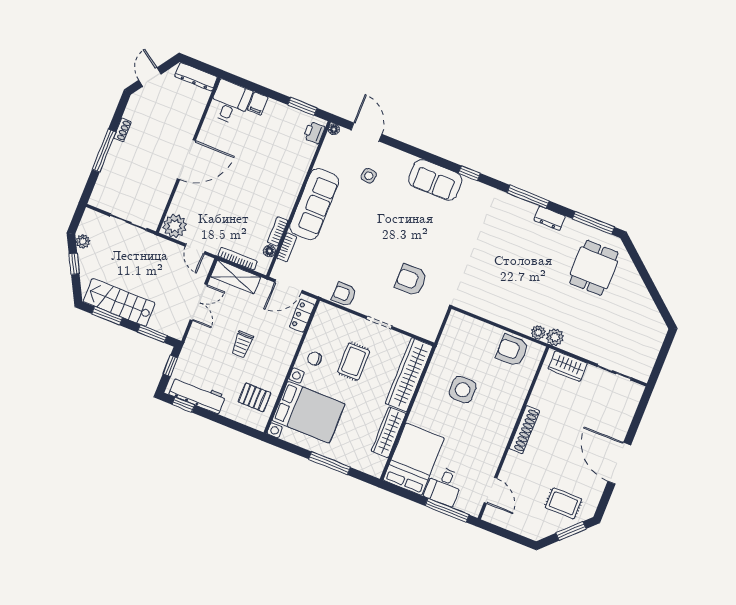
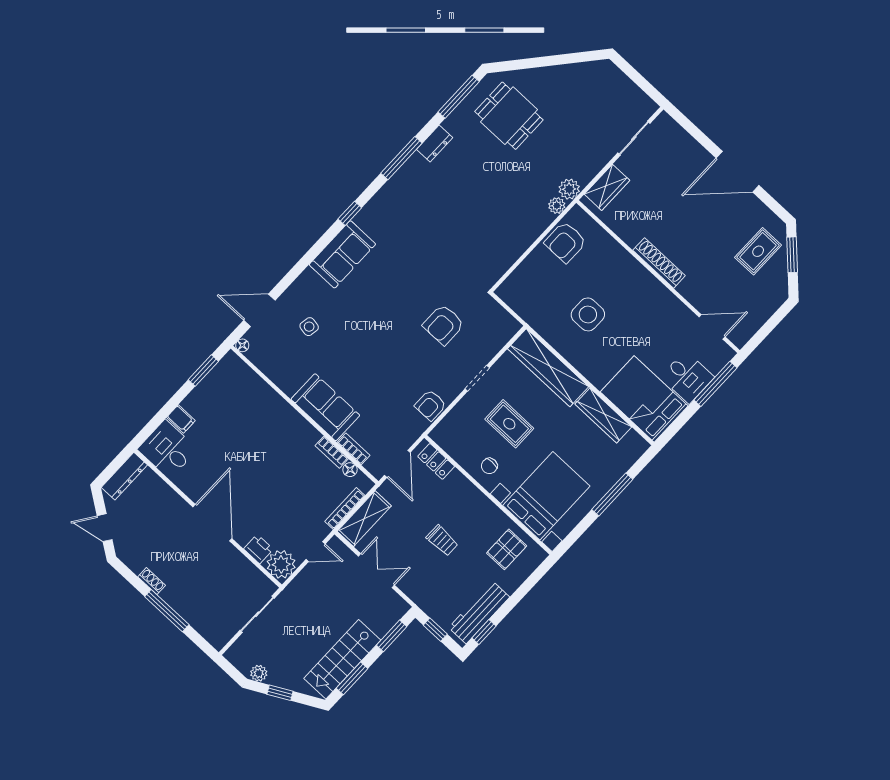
printer: (314, 133) -> (258, 549), moved, turned 180
sofa: (314, 204) -> (325, 407), width x0.73

